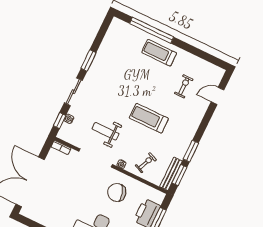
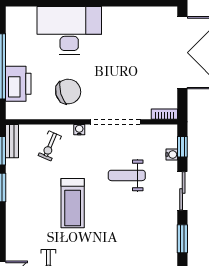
treadmill: (149, 118) -> (73, 203), turned 90
weight bench: (105, 131) -> (127, 175), moved, turned 180
bench: (171, 174) -> (12, 141), width x0.73

